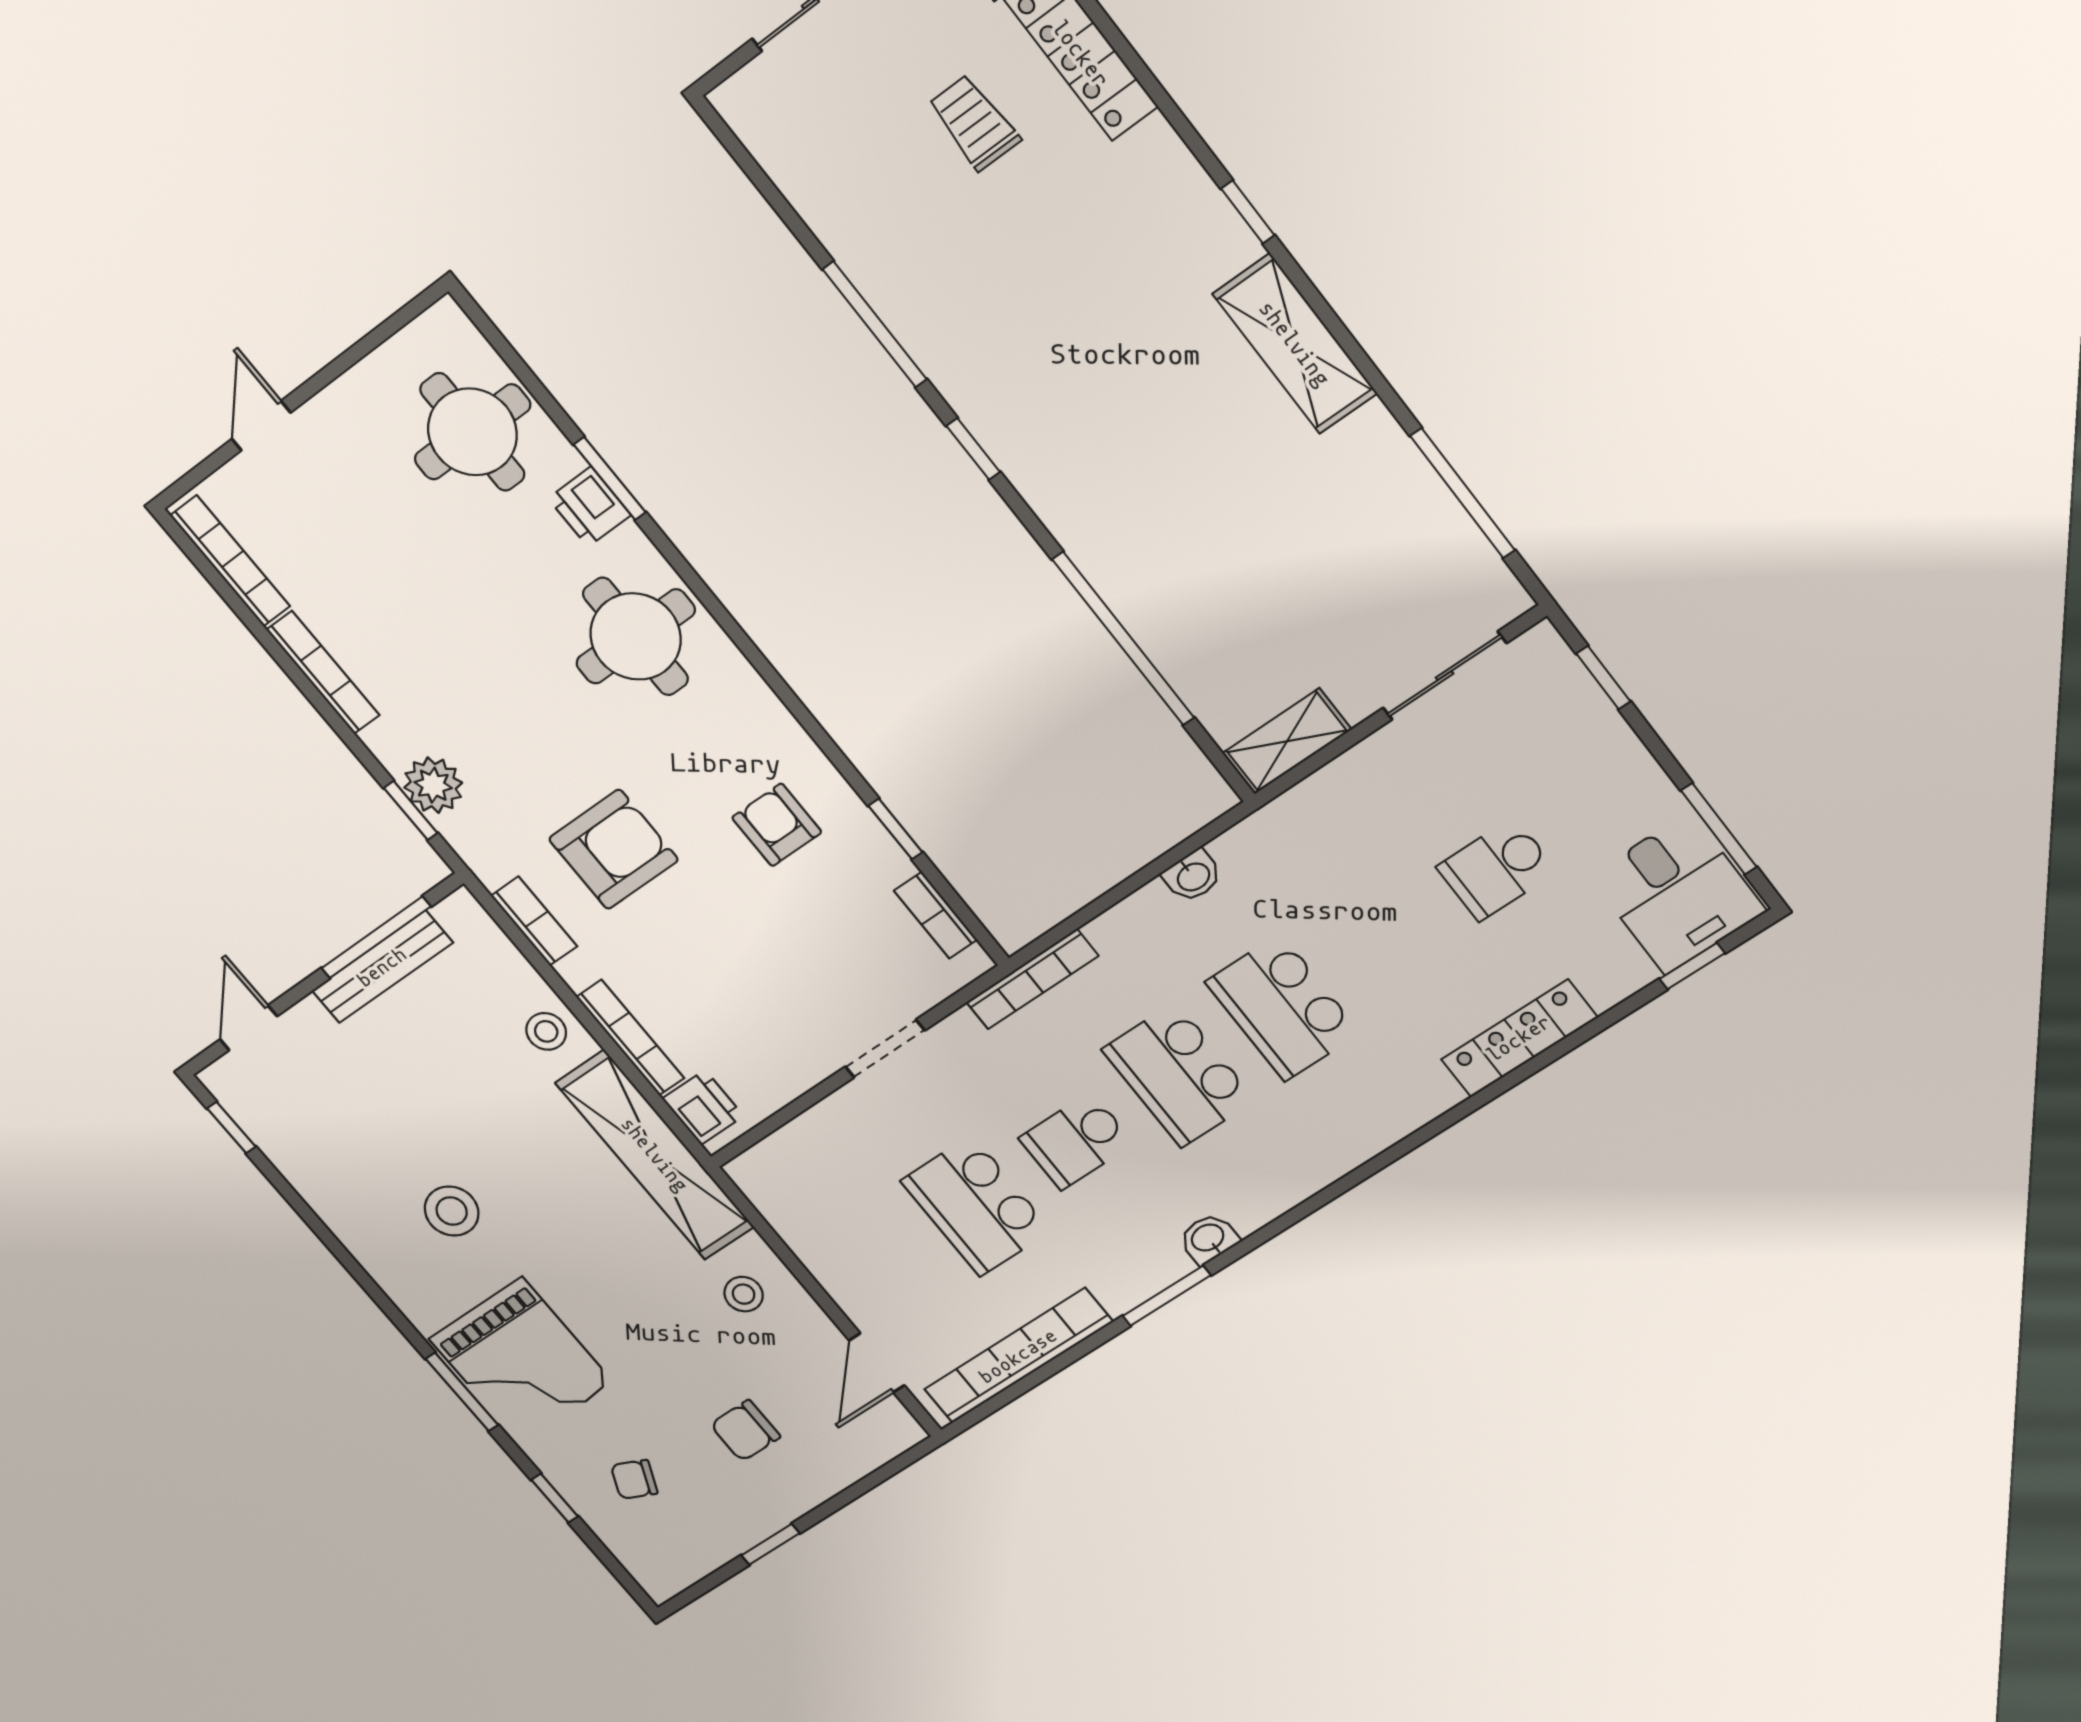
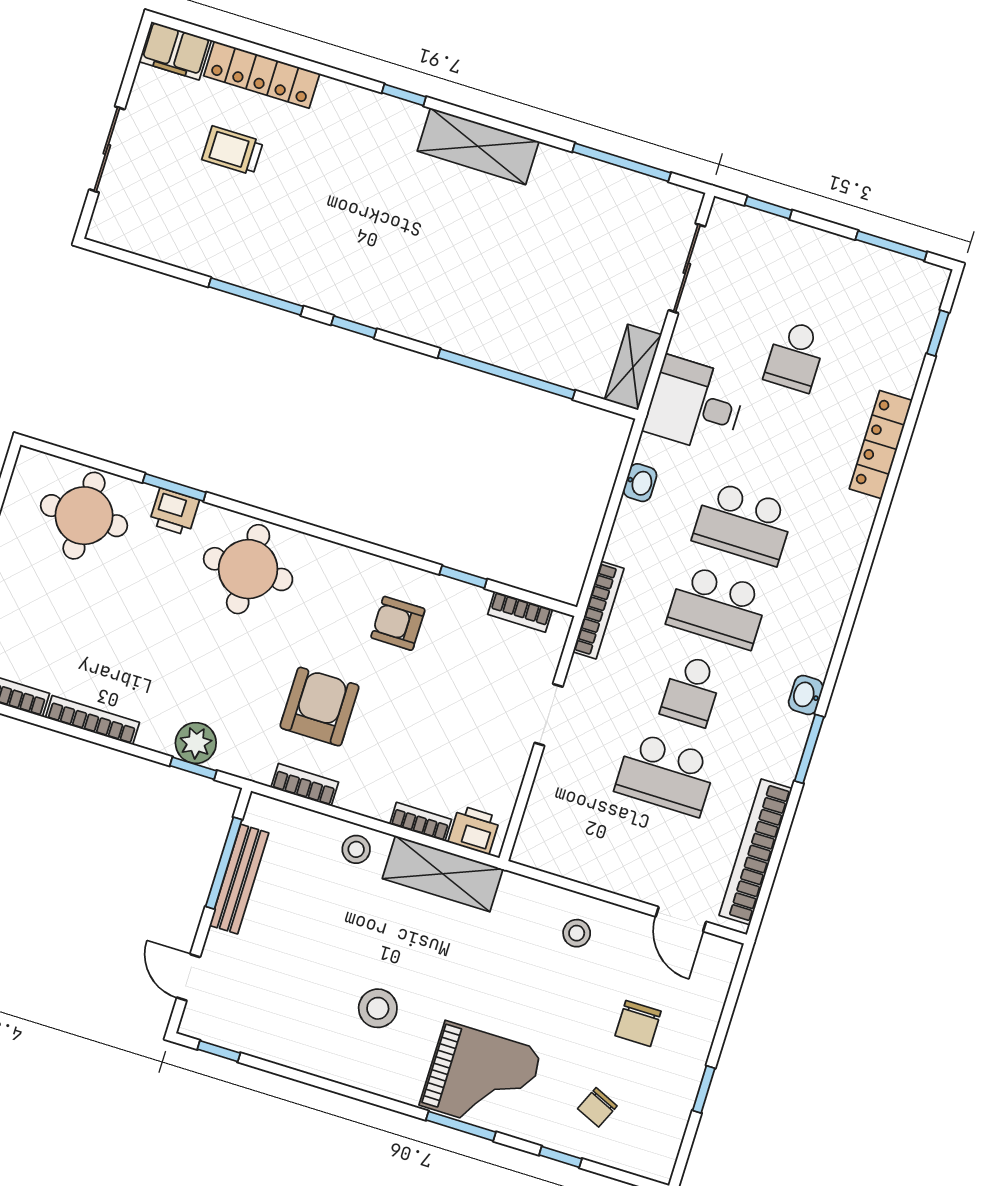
desk: (1678, 893) -> (695, 405), moved, turned 180
bookcase: (630, 1038) -> (421, 822), width x0.64
shelving: (655, 1155) -> (443, 874), width x0.68

